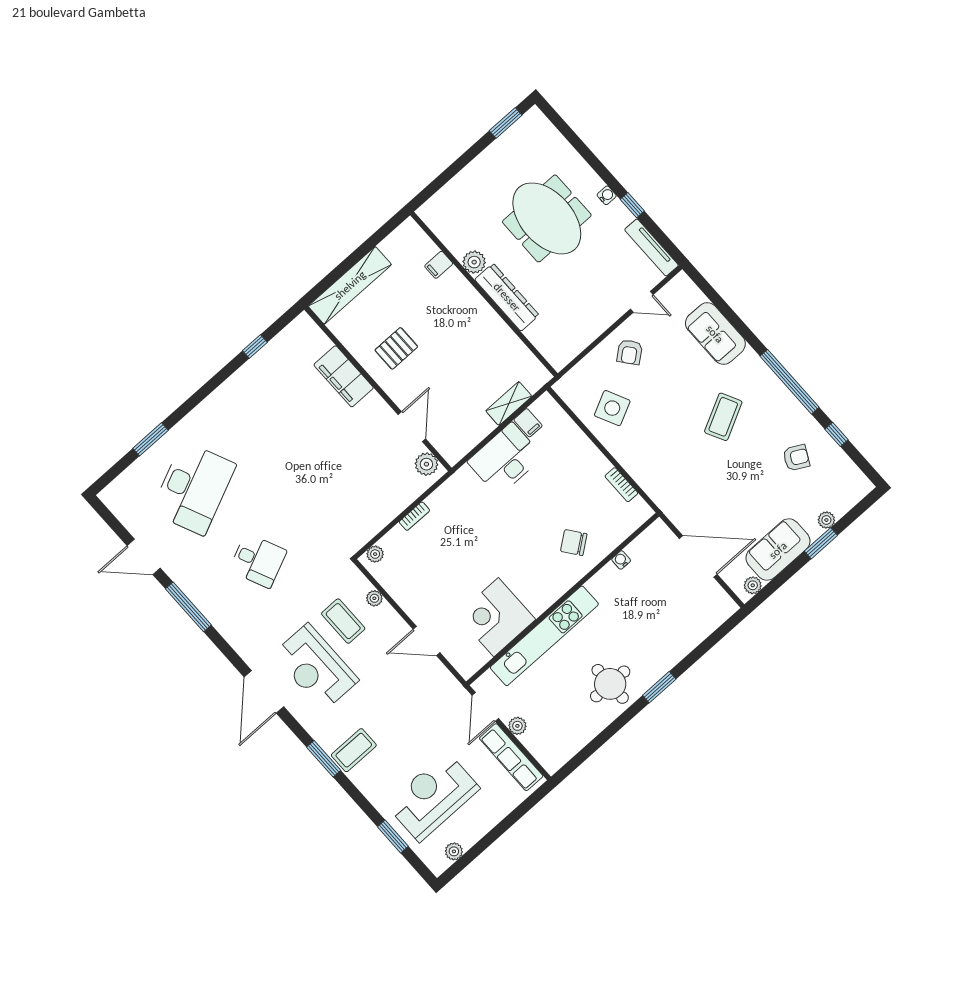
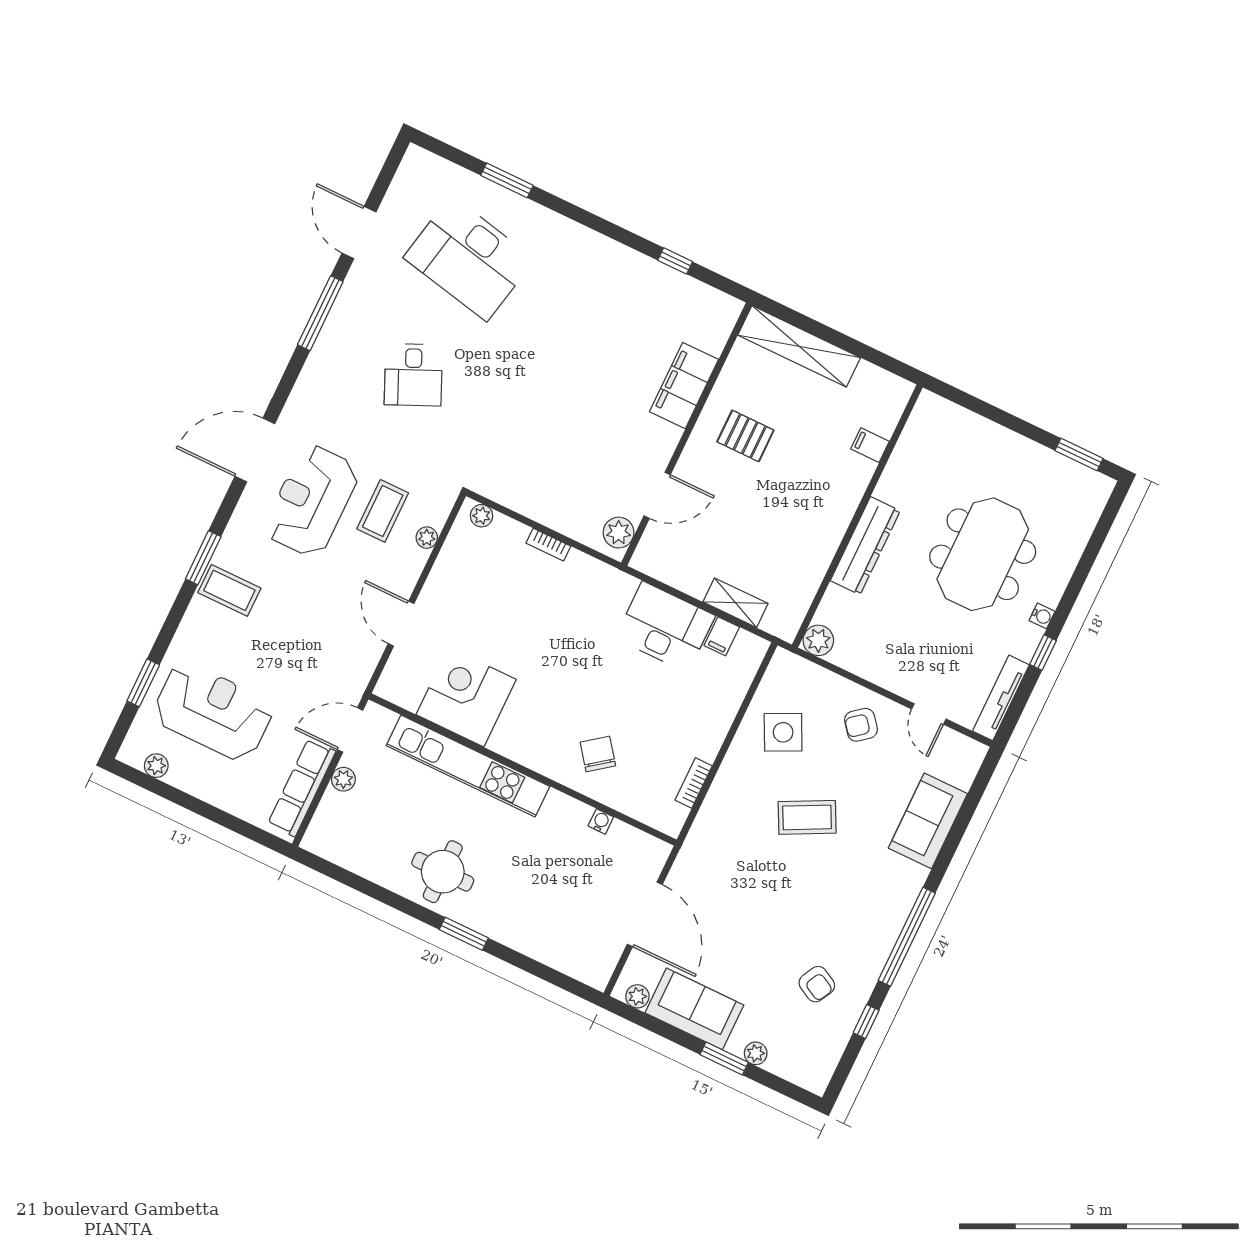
plant: (474, 262) -> (818, 640), moved
coffee table: (723, 417) -> (807, 817), moved
desk: (193, 488) -> (469, 258), turned 36

